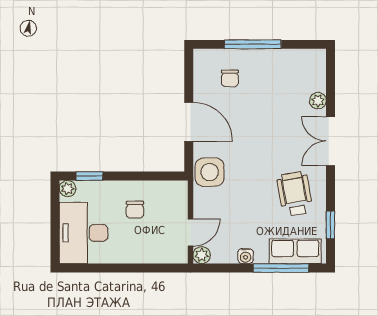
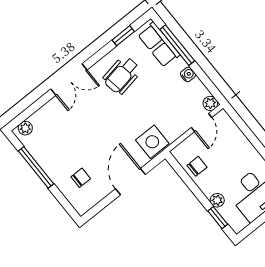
window: (253, 44) -> (36, 167), moved
plant: (318, 101) -> (25, 128), moved
plant: (68, 189) -> (217, 200), moved
chair: (135, 210) -> (197, 166), moved
door: (191, 232) -> (201, 123), swing flipped

